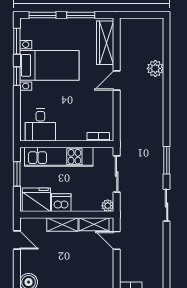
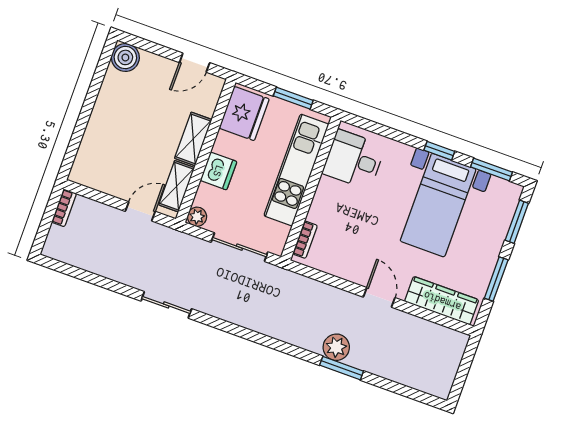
plant: (155, 68) -> (336, 347), moved
window: (167, 160) -> (342, 368), moved
dishwasher: (61, 203) -> (218, 171), moved

